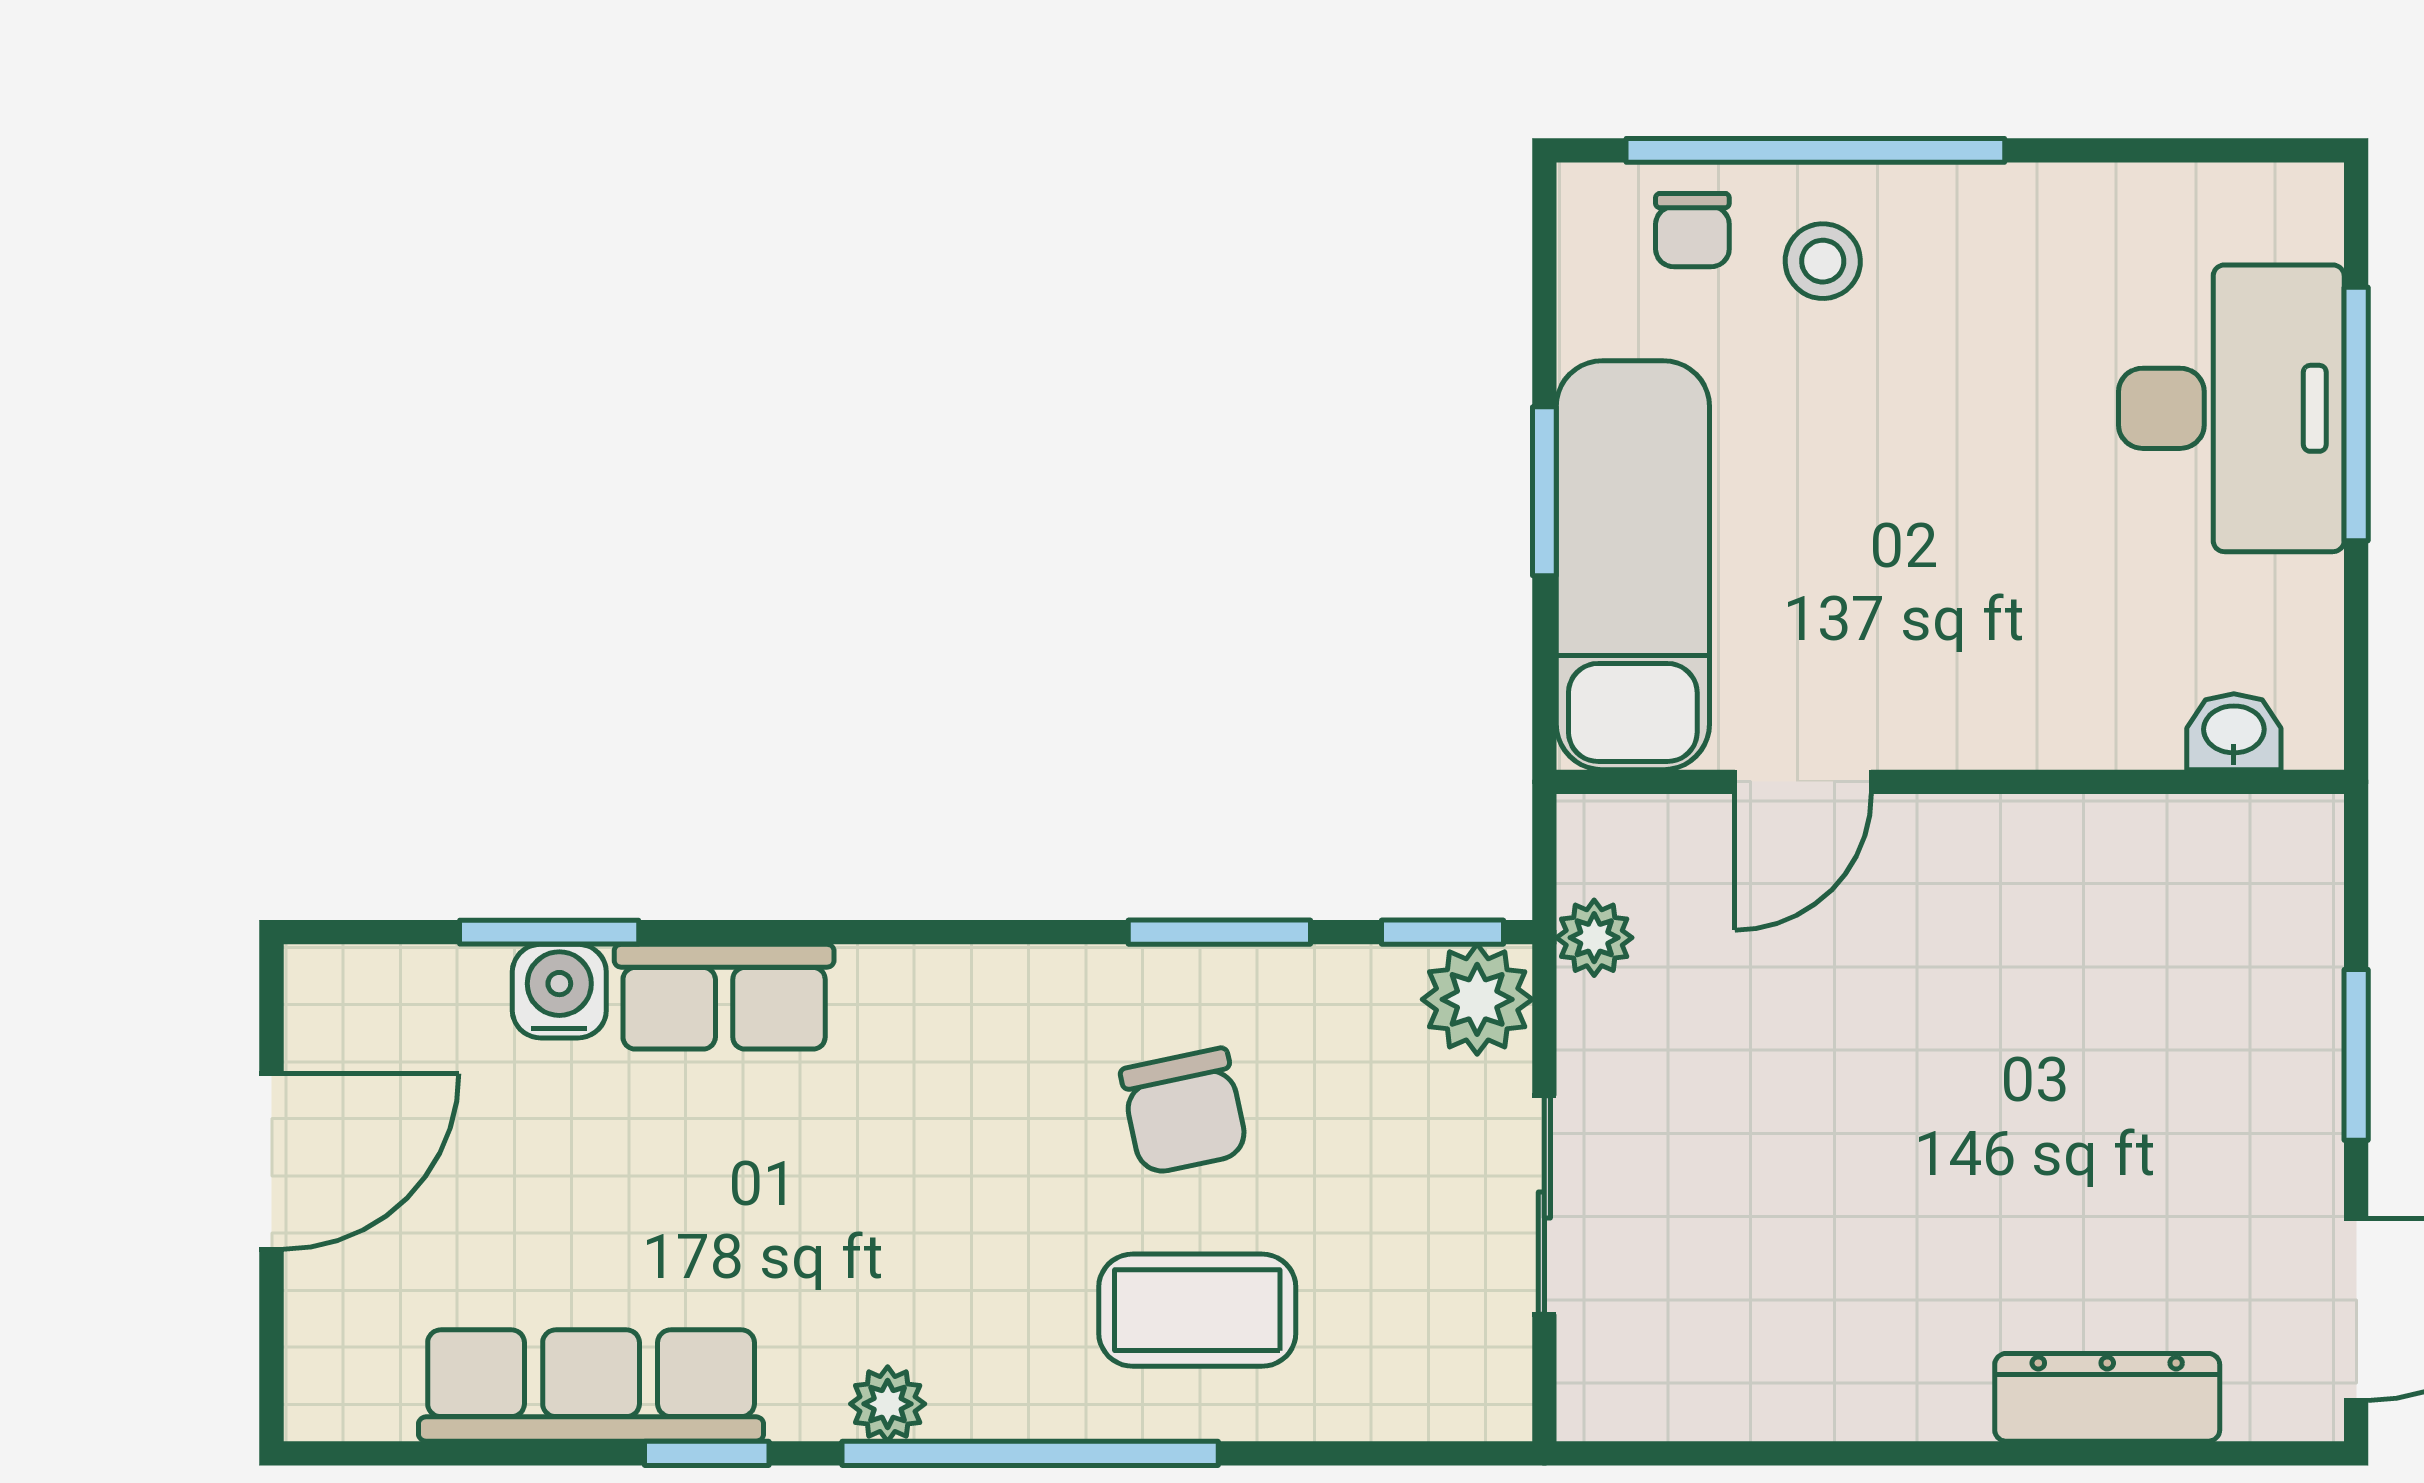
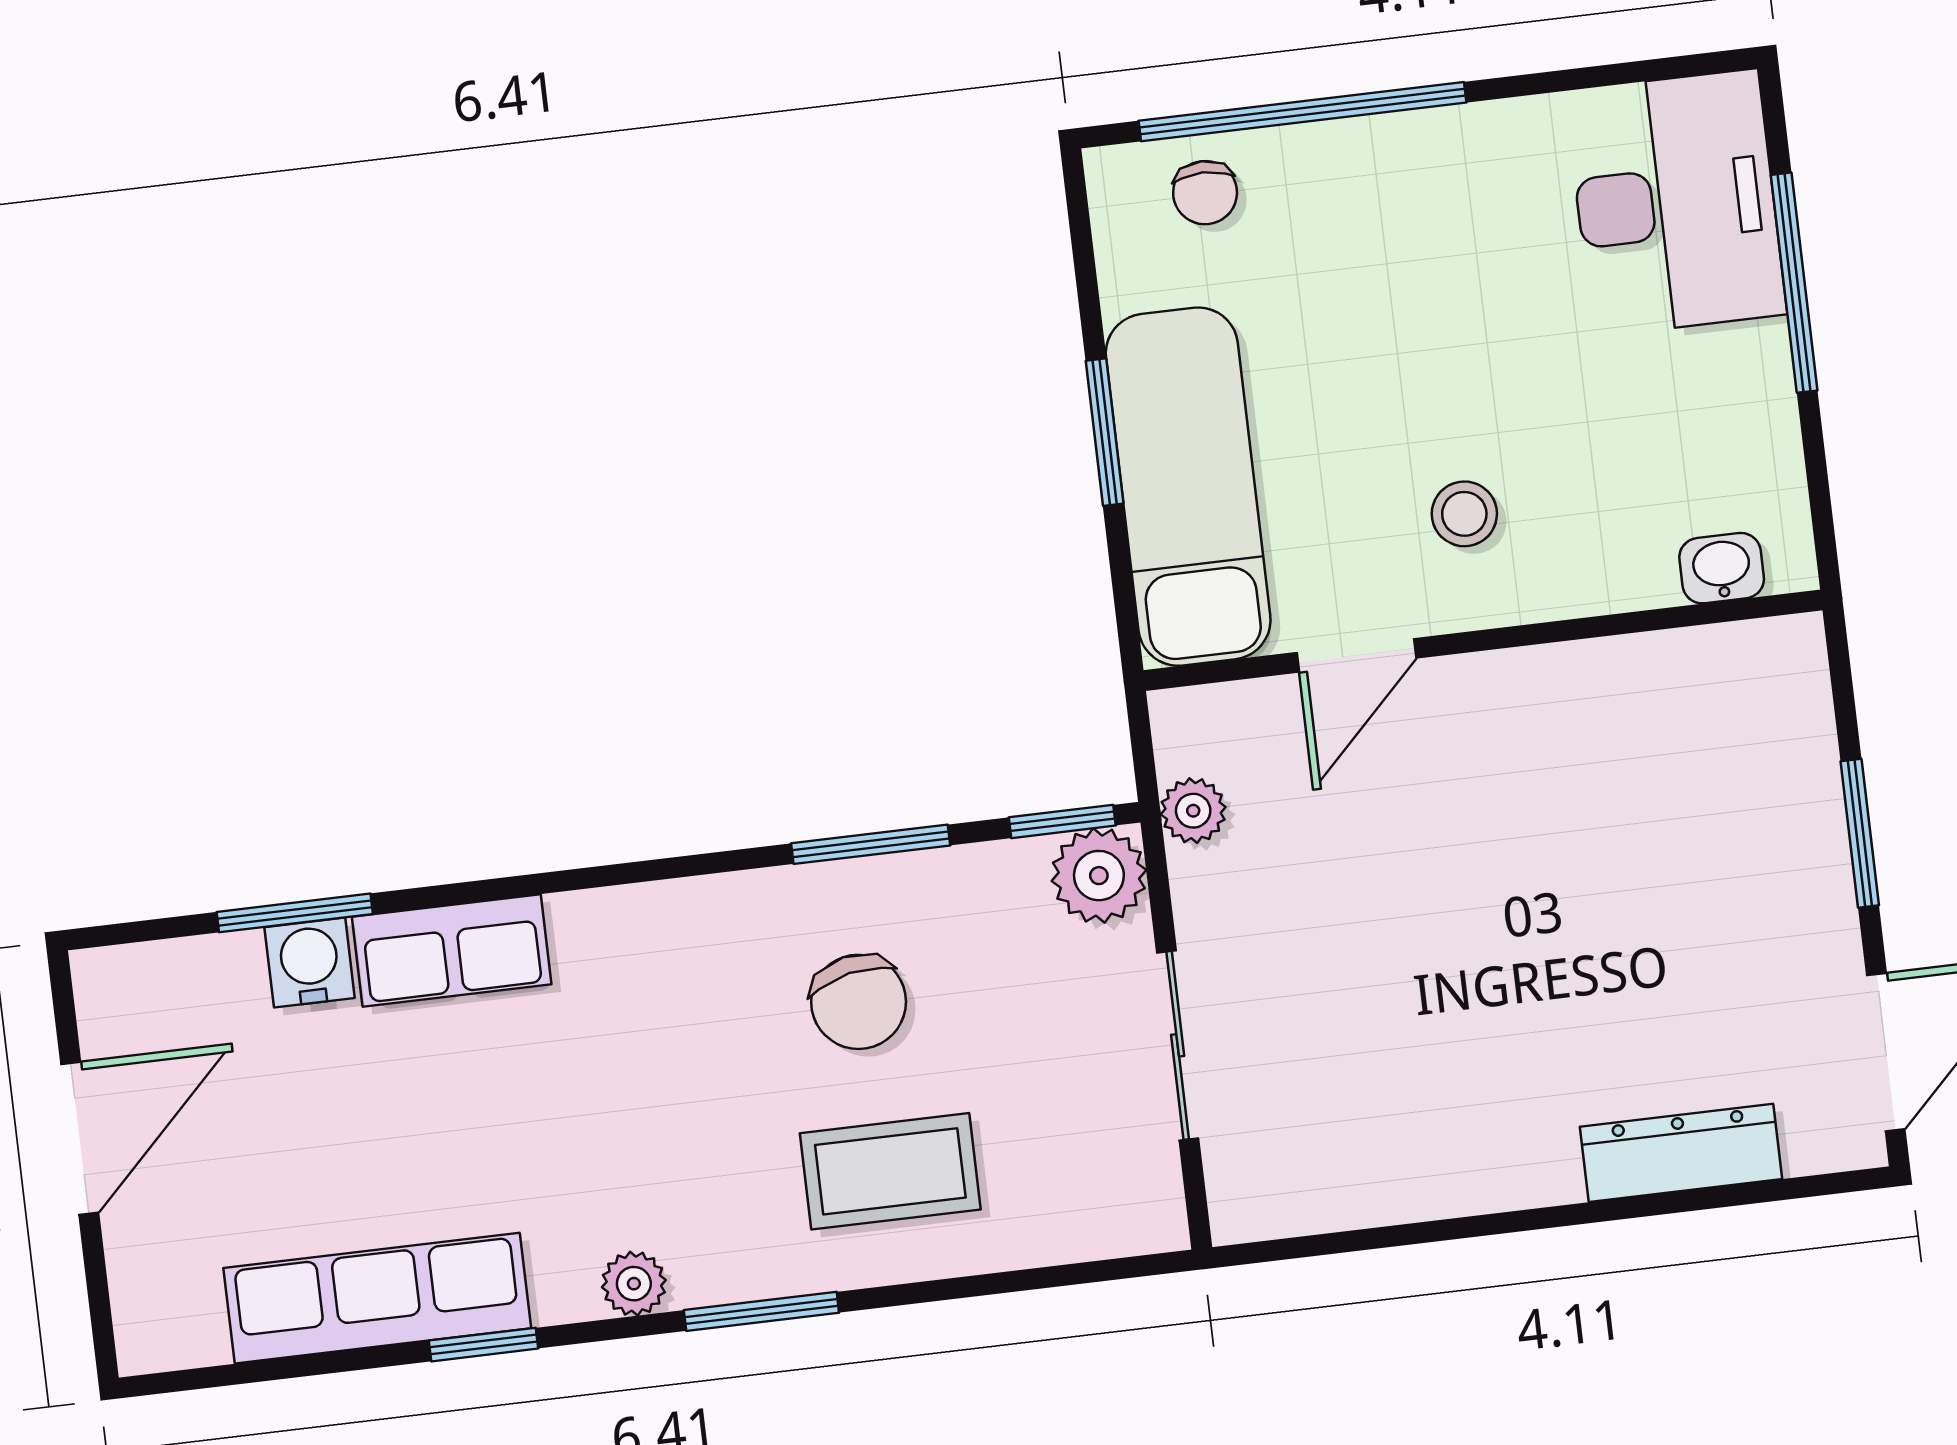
stool: (1823, 261) -> (1464, 514), moved
desk: (2231, 408) -> (1676, 203), moved
window: (1030, 1453) -> (761, 1311), width x0.47

